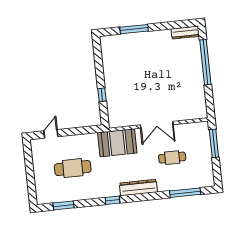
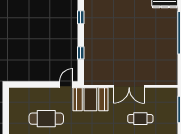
window: (98, 57) -> (81, 17), added
door: (51, 134) -> (66, 84), moved

